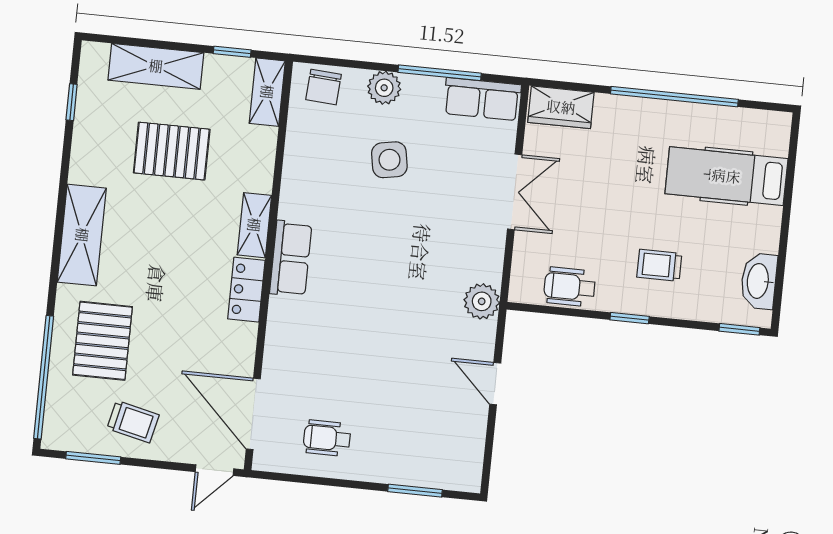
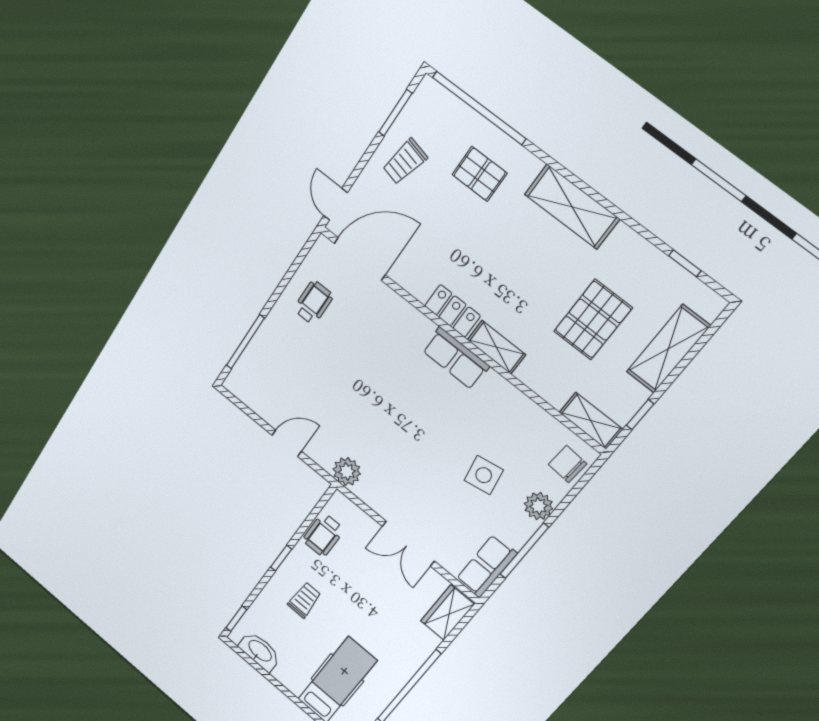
wheelchair: (569, 287) -> (323, 535), turned 180
pallet: (102, 341) -> (480, 174), width x0.67, depth x0.71
window: (415, 491) -> (245, 342), width x1.44

